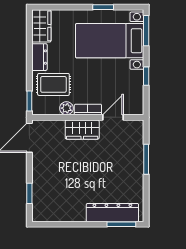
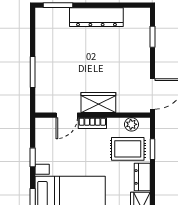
window: (29, 101) -> (152, 149), moved
plant: (66, 108) -> (132, 124), moved
dresser: (112, 213) -> (96, 17), moved

